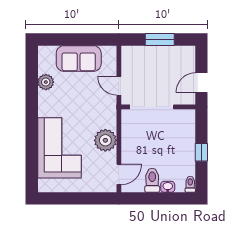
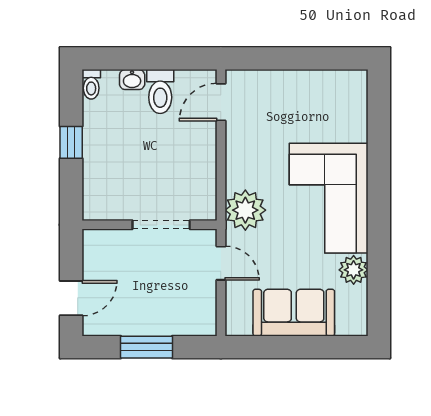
door: (201, 83) -> (71, 298), moved
doorway: (152, 107) -> (161, 225), width x0.73
plant: (105, 140) -> (245, 210), moved
corner sofa: (59, 148) -> (329, 198), moved

